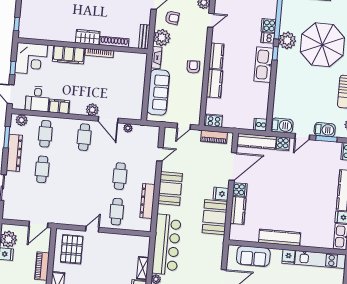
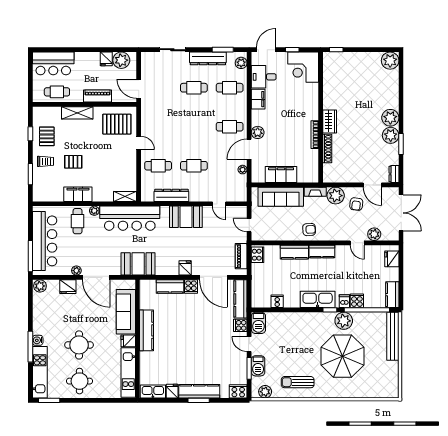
bench: (144, 37) -> (335, 178), removed
filing cabinet: (69, 55) -> (281, 174), moved, turned 90
cooker: (260, 125) -> (277, 301), moved
booth: (215, 217) -> (138, 264), moved
sofa: (253, 256) -> (126, 312), width x1.36
shelving: (143, 268) -> (125, 196), moved

